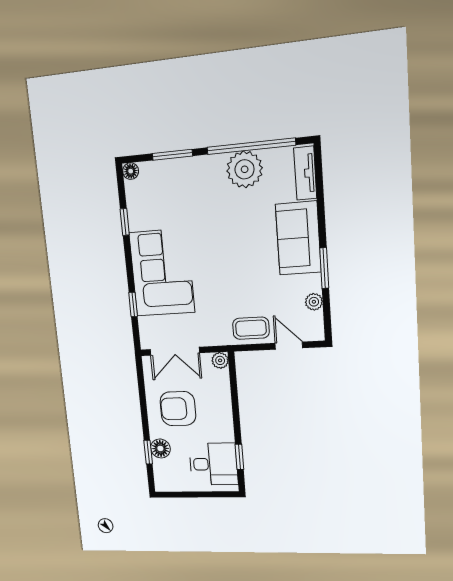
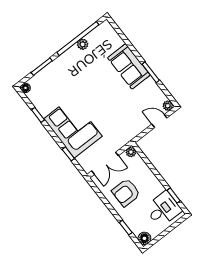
plant: (245, 169) -> (83, 44), width x0.53, depth x0.53
tv unit: (305, 173) -> (112, 35), removed
plant: (314, 302) -> (168, 106), moved
coffee table: (251, 328) -> (135, 125), removed
floor lamp: (160, 448) -> (144, 238), moved

